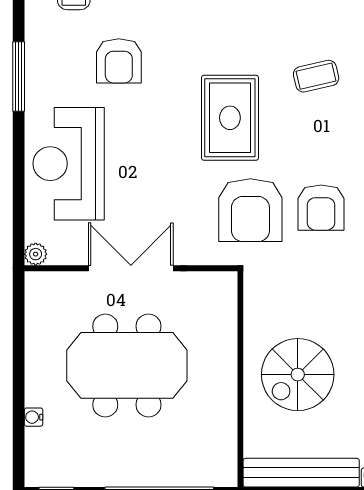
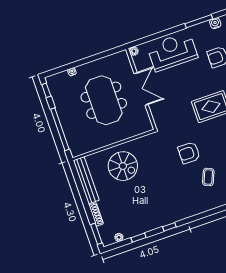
water cooler: (37, 39) -> (215, 23), added
armchair: (250, 210) -> (179, 127), removed
spiral stairs: (298, 375) -> (123, 166), turned 180

